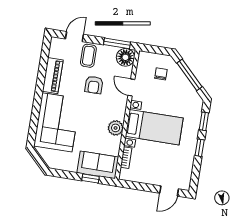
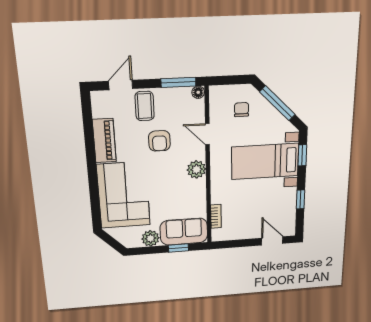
floor lamp: (125, 57) -> (198, 92), width x0.53, depth x0.53
bed with nightstands: (154, 127) -> (265, 161), moved, turned 180
plant: (116, 128) -> (196, 169), moved
window: (200, 148) -> (301, 199), moved
plant: (70, 164) -> (150, 238), added
door: (169, 191) -> (272, 241), swing flipped

